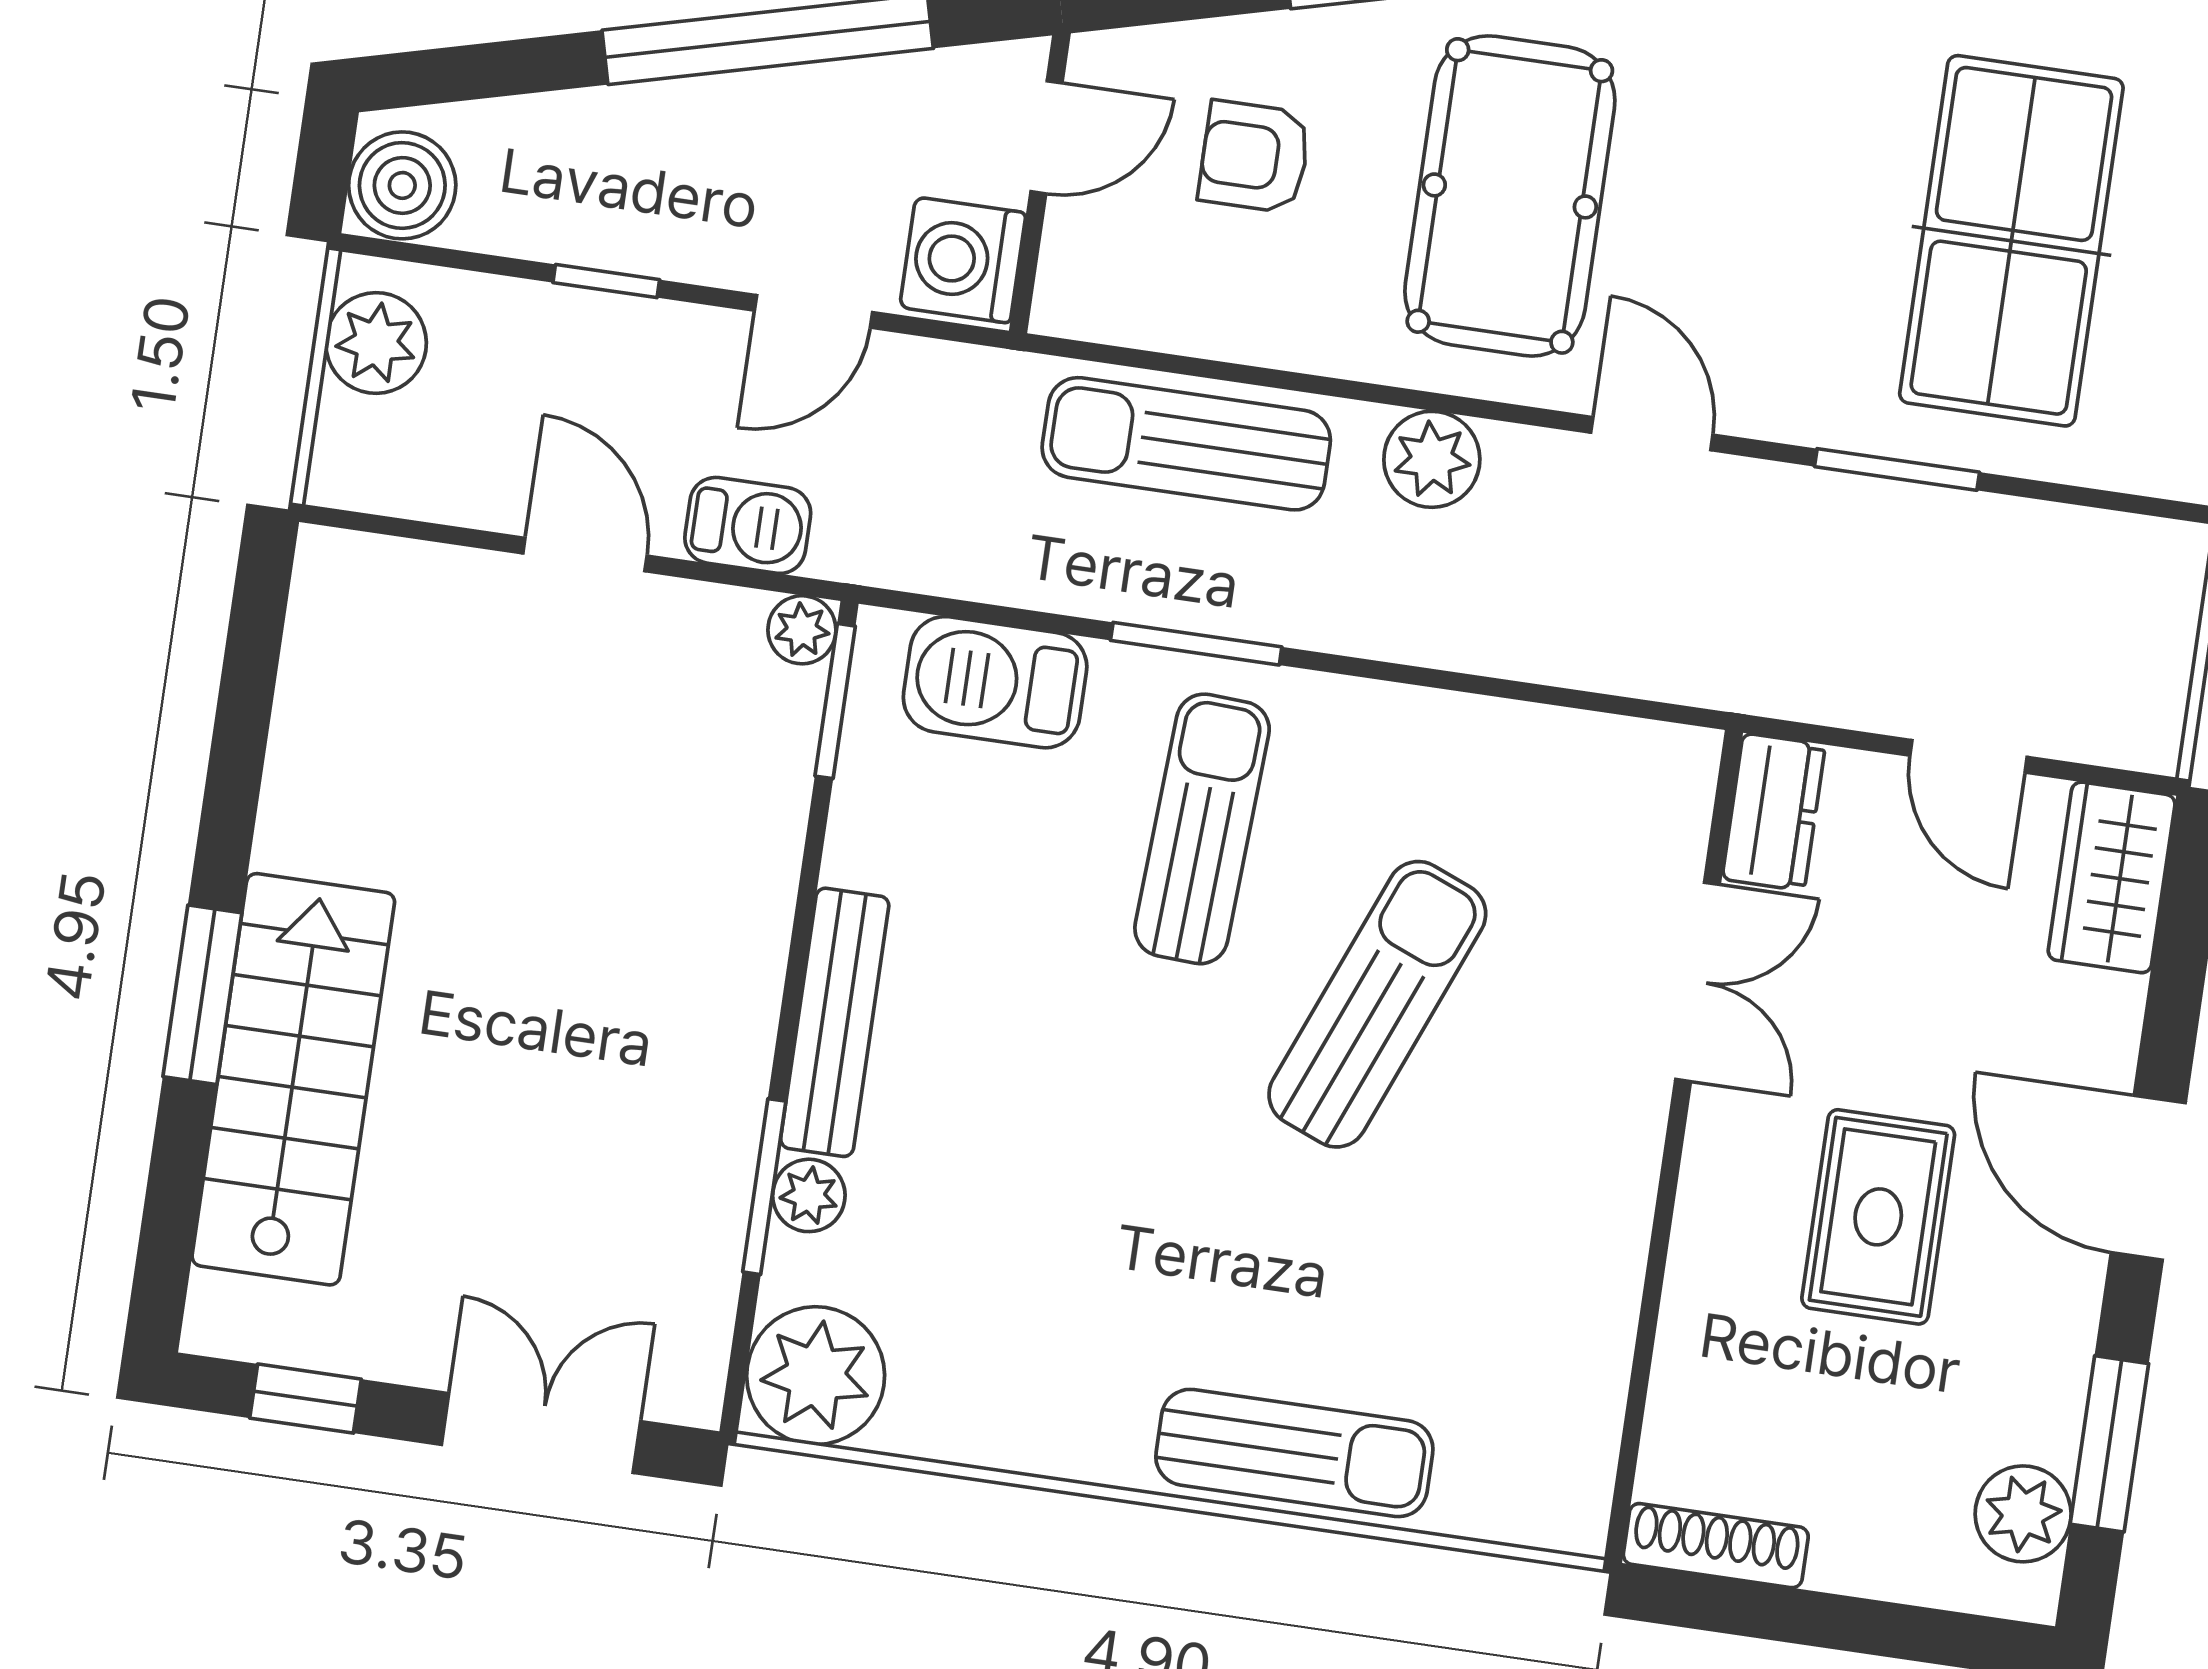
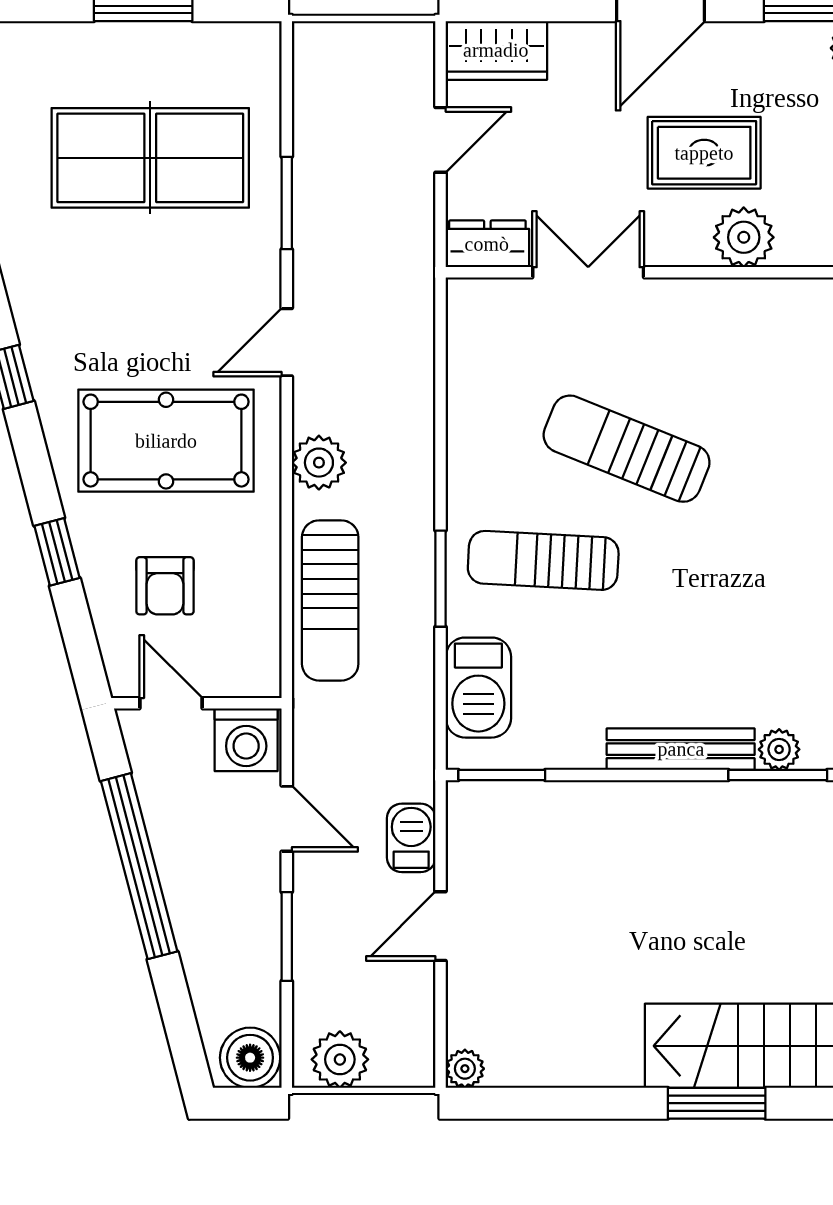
window: (606, 281) -> (287, 936), width x1.50
plant: (802, 630) -> (465, 1069), moved
plant: (1719, 1265) -> (744, 237), added

